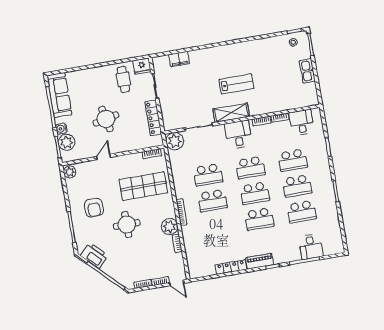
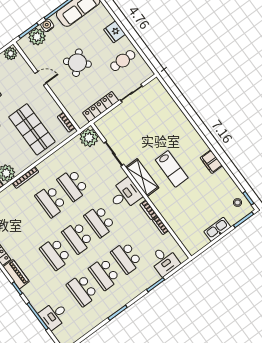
filing cabinet: (179, 59) -> (211, 162), moved
fridge: (142, 66) -> (115, 32), moved
round table: (106, 119) -> (77, 63), turned -34
desk: (302, 123) -> (164, 261), moved, turned 90

